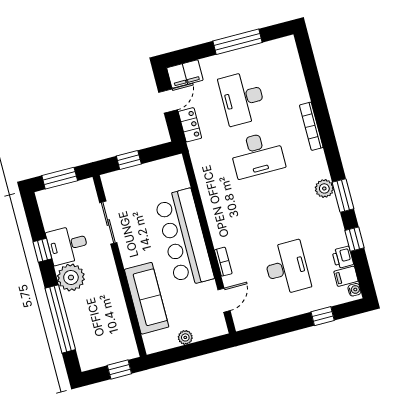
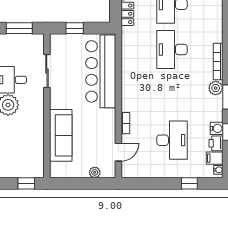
bookcase: (311, 126) -> (218, 61), moved
desk: (257, 155) -> (172, 49), turned 90
bar counter: (184, 238) -> (101, 71), moved
water cooler: (339, 239) -> (217, 128), added
plant: (185, 337) -> (95, 172), moved

